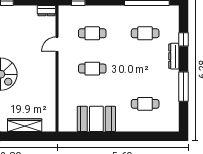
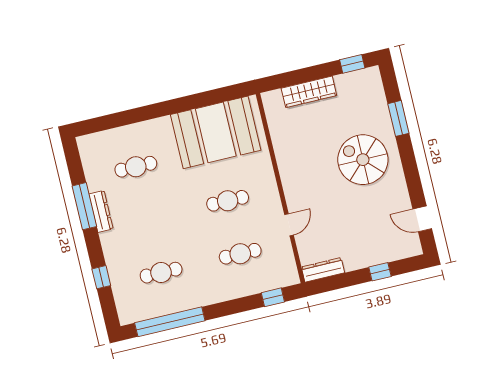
dresser: (47, 11) -> (323, 270), width x1.44
dresser: (174, 56) -> (101, 212), moved
booth: (96, 119) -> (216, 132), width x1.36, depth x1.42

